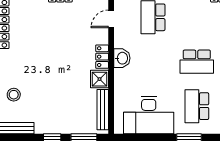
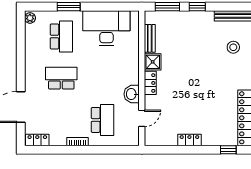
washbasin: (122, 58) -> (132, 94), moved
bench: (103, 110) -> (150, 38), width x0.73

